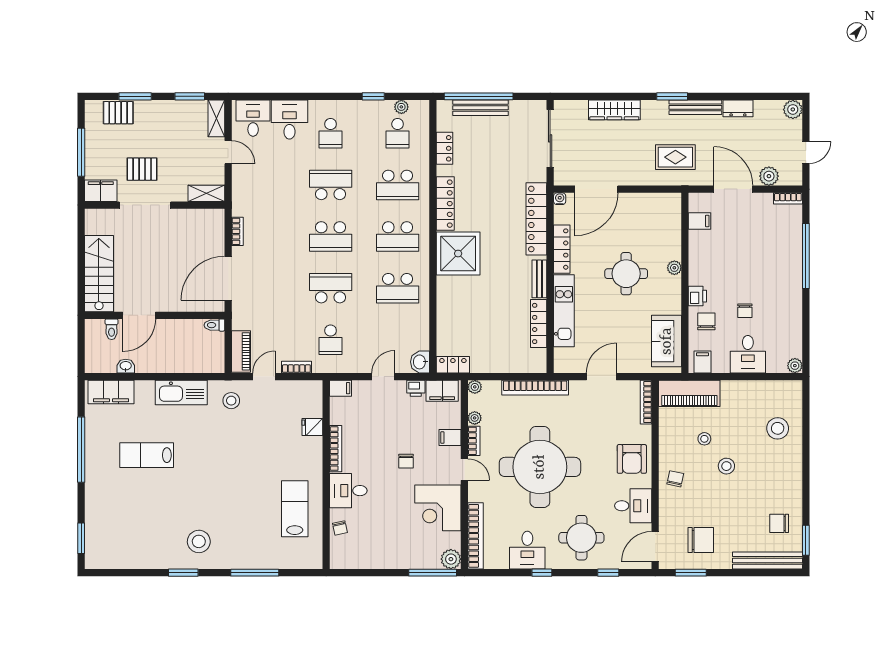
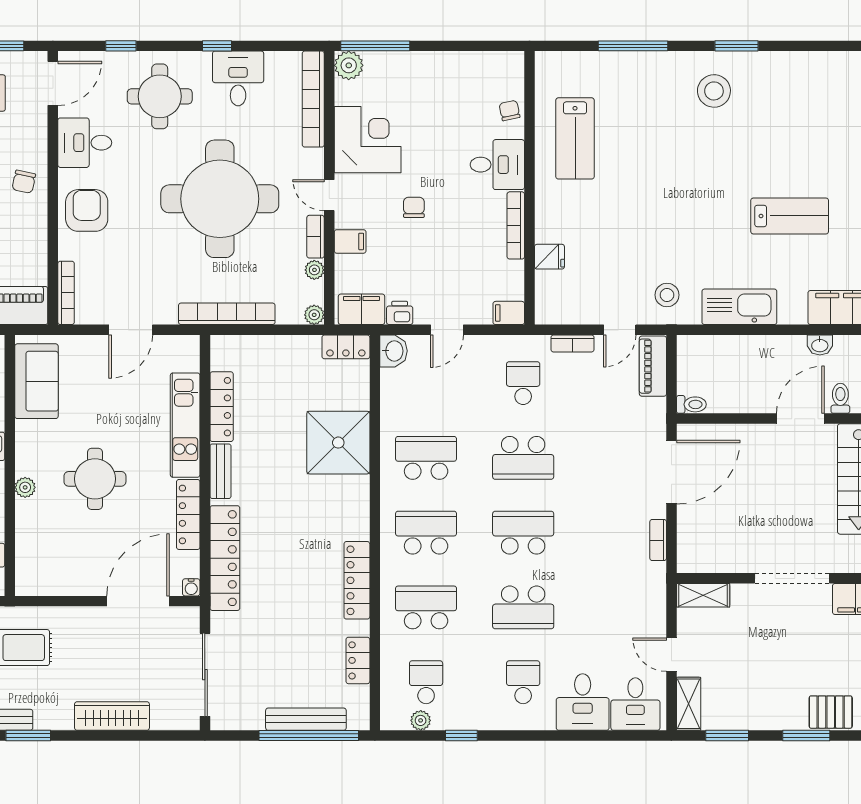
pallet: (142, 169) -> (796, 630), removed
shower: (458, 254) -> (338, 443), moved

